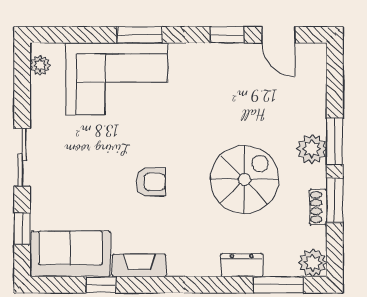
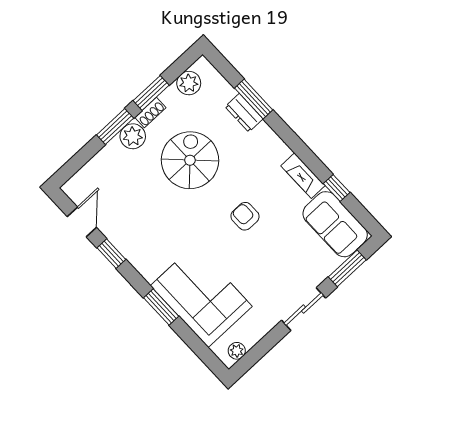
spiral stairs: (244, 179) -> (190, 160), turned 90
shoe rack: (318, 207) -> (150, 112), moved
window: (22, 229) -> (347, 268), width x1.50
plant: (313, 263) -> (189, 83), moved
window: (278, 285) -> (254, 99), moved

